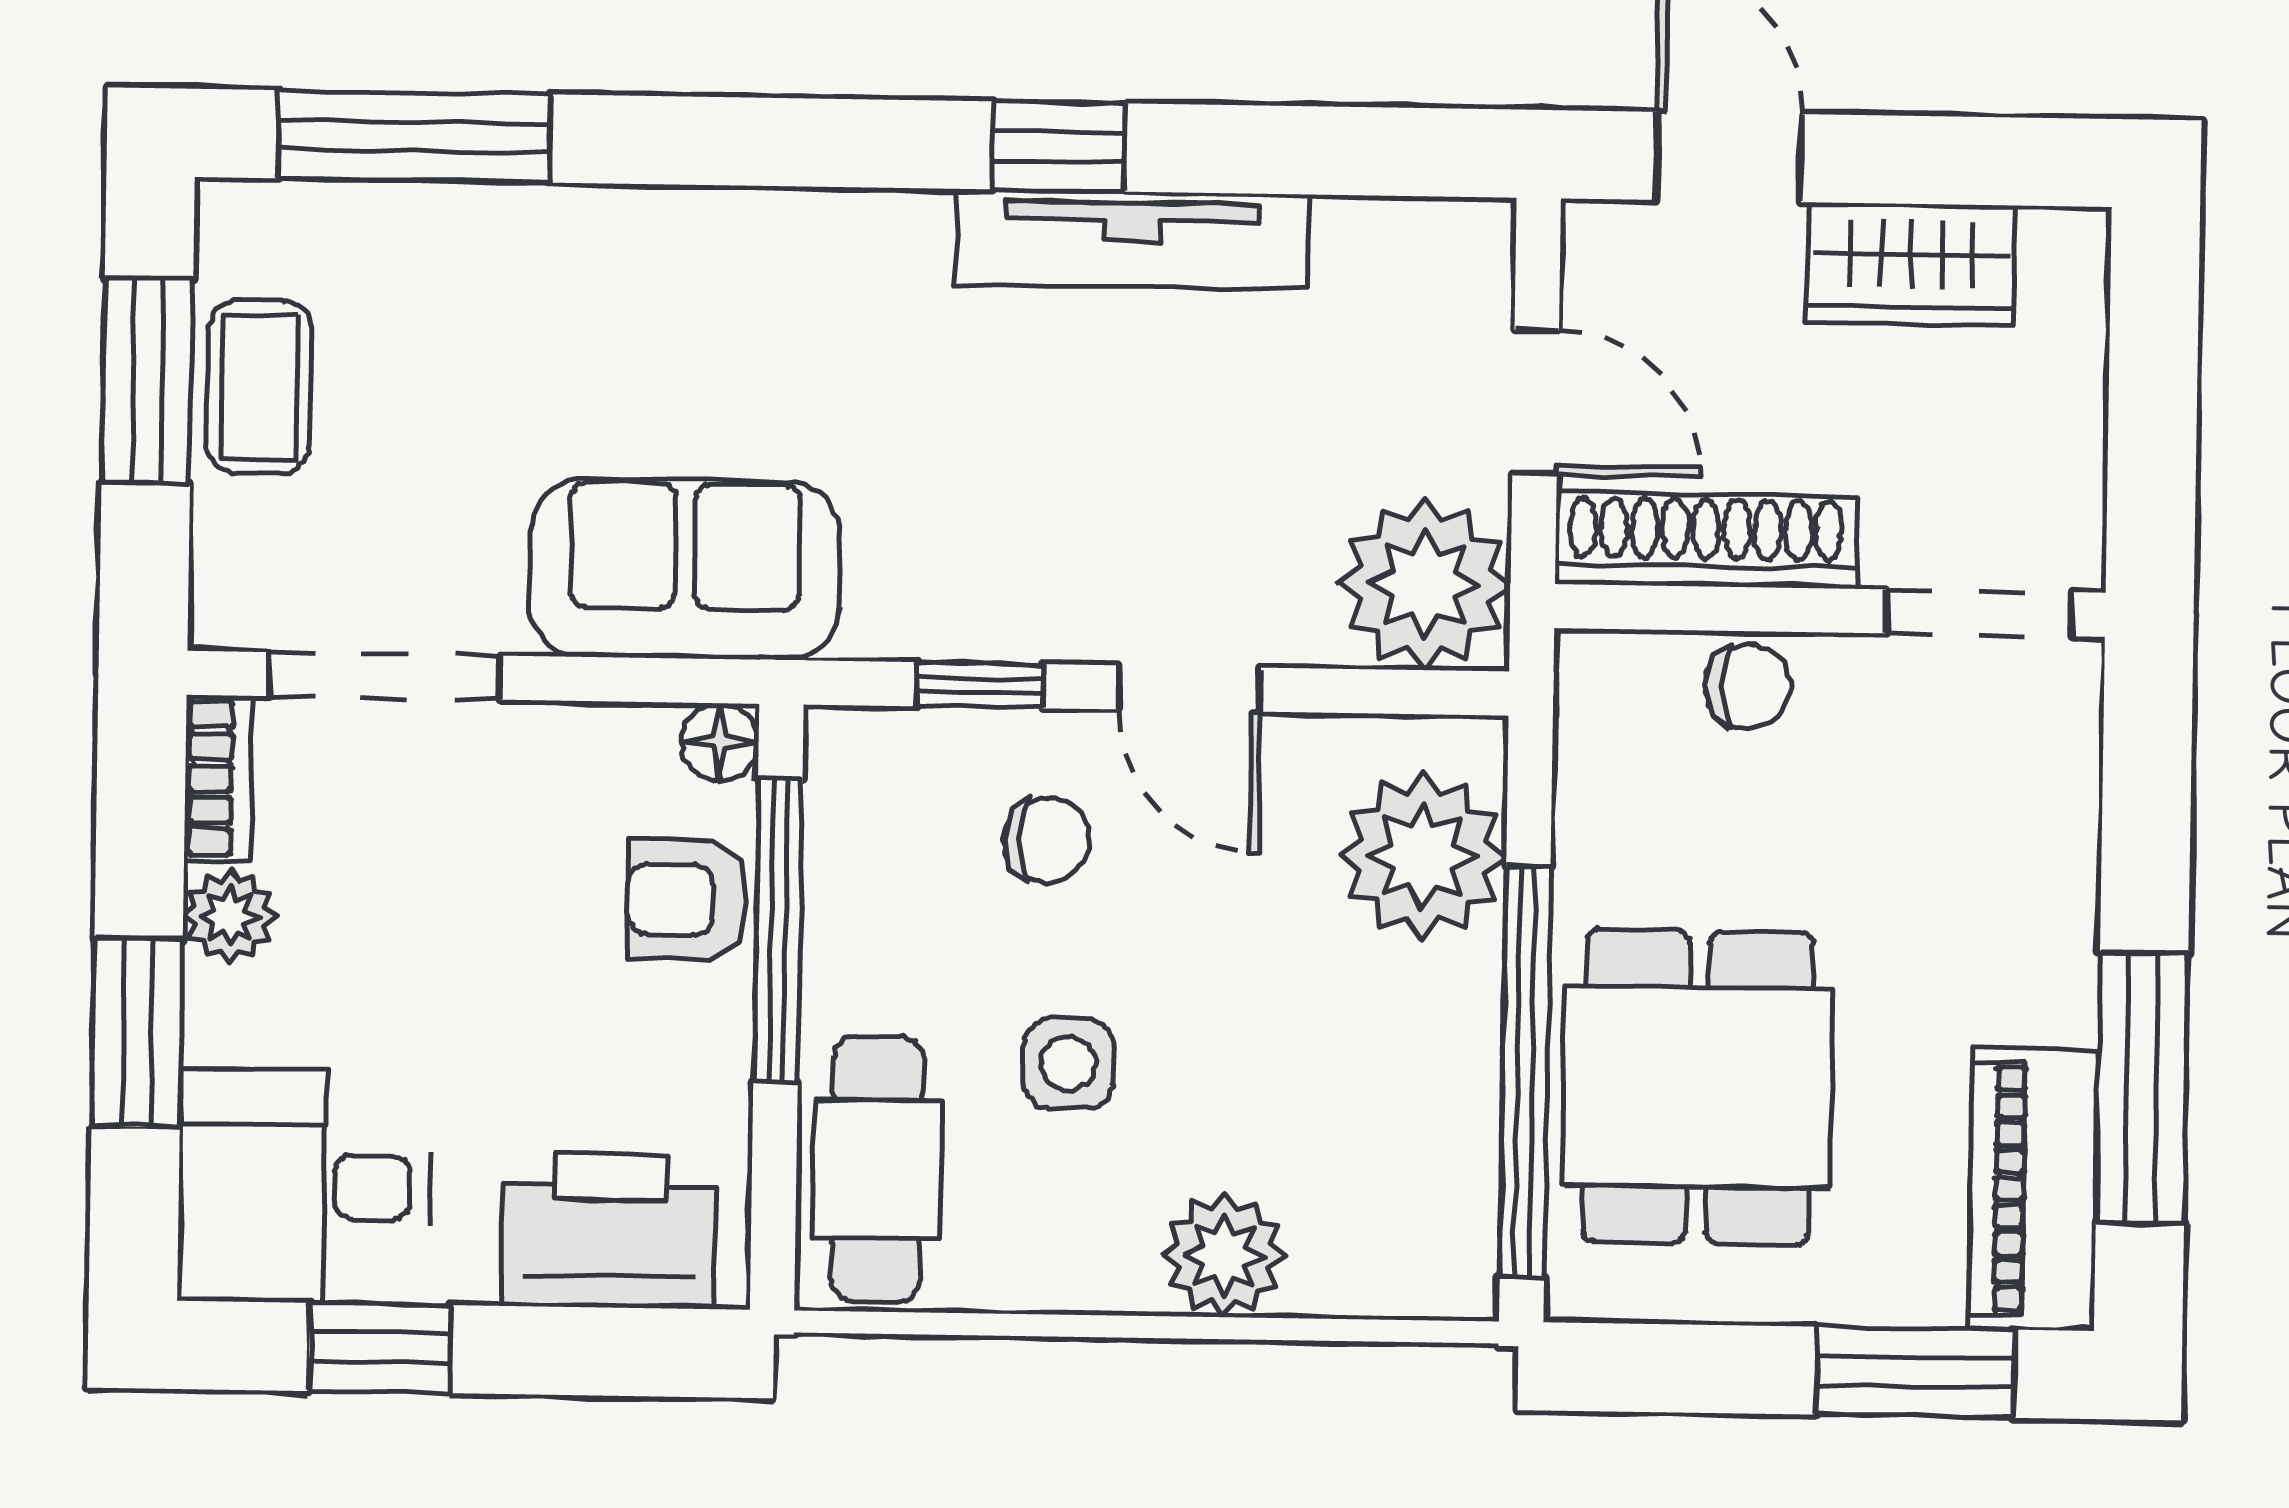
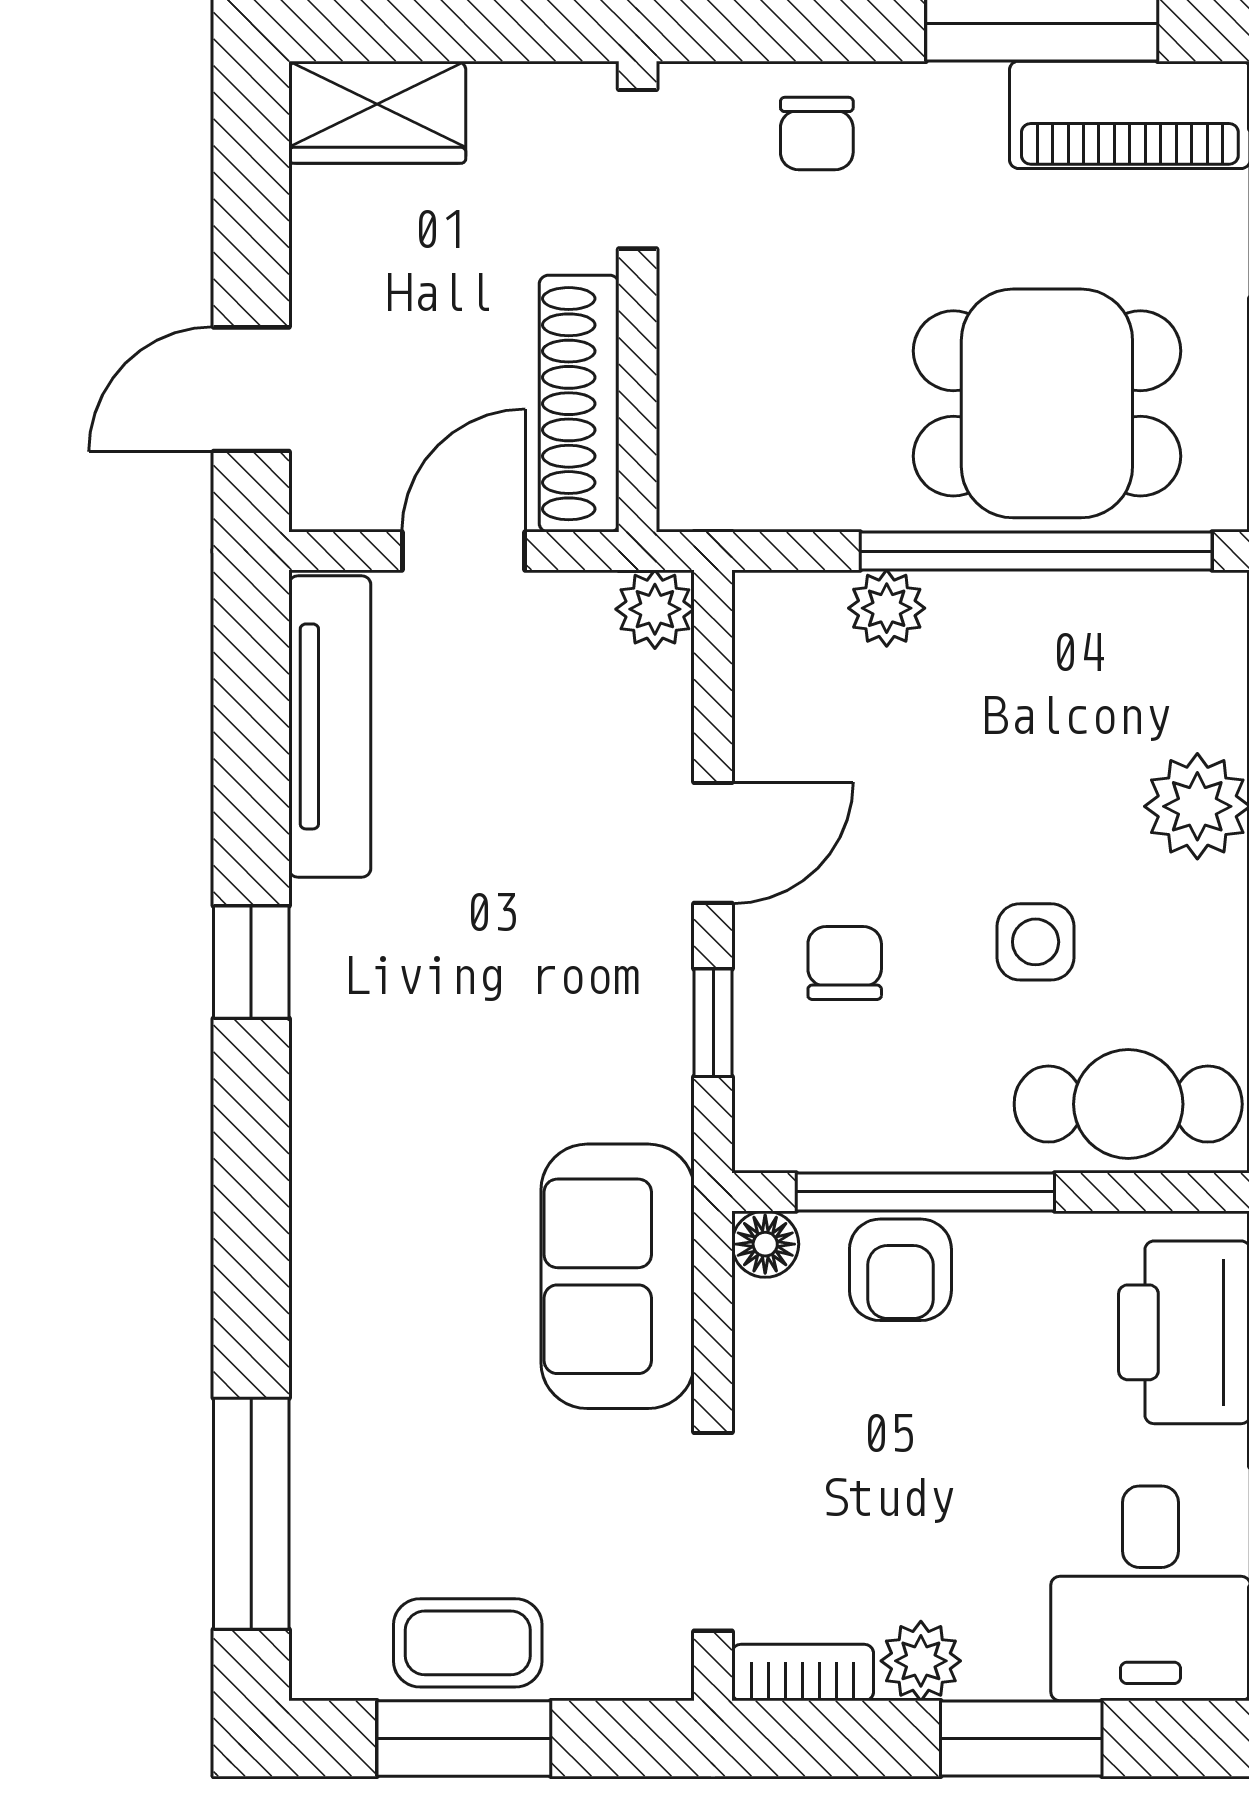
tv unit: (1132, 239) -> (330, 726), moved
wardrobe: (1911, 264) -> (377, 112), moved, turned 90
plant: (1425, 584) -> (655, 609), width x0.53, depth x0.53
chair: (1748, 686) -> (817, 133), moved, turned 180
plant: (1423, 856) -> (887, 608), width x0.53, depth x0.53

